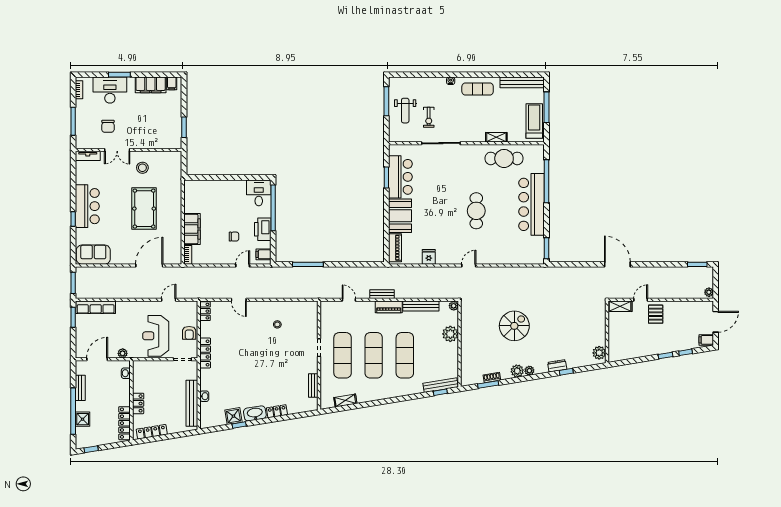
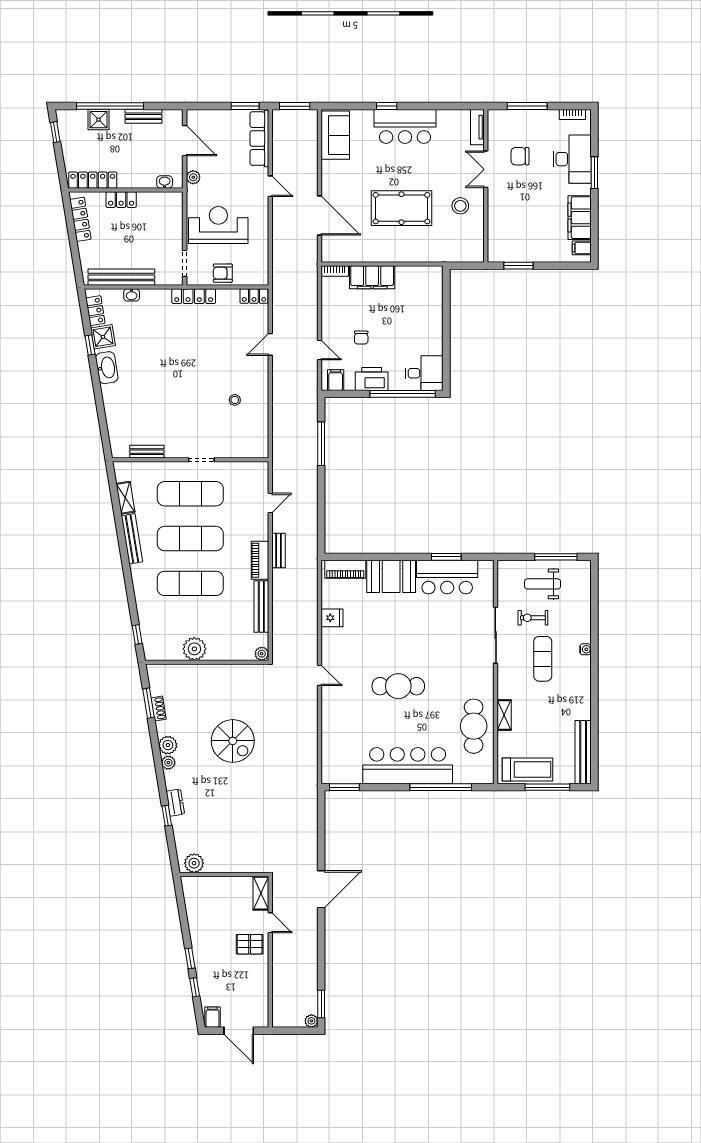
exercise mat: (478, 89) -> (543, 659), moved
plant: (709, 292) -> (311, 1021), moved
door: (169, 300) -> (270, 186), moved
plant: (450, 334) -> (194, 649), moved
bench: (441, 385) -> (132, 539), moved
locker: (277, 411) -> (95, 311), moved

